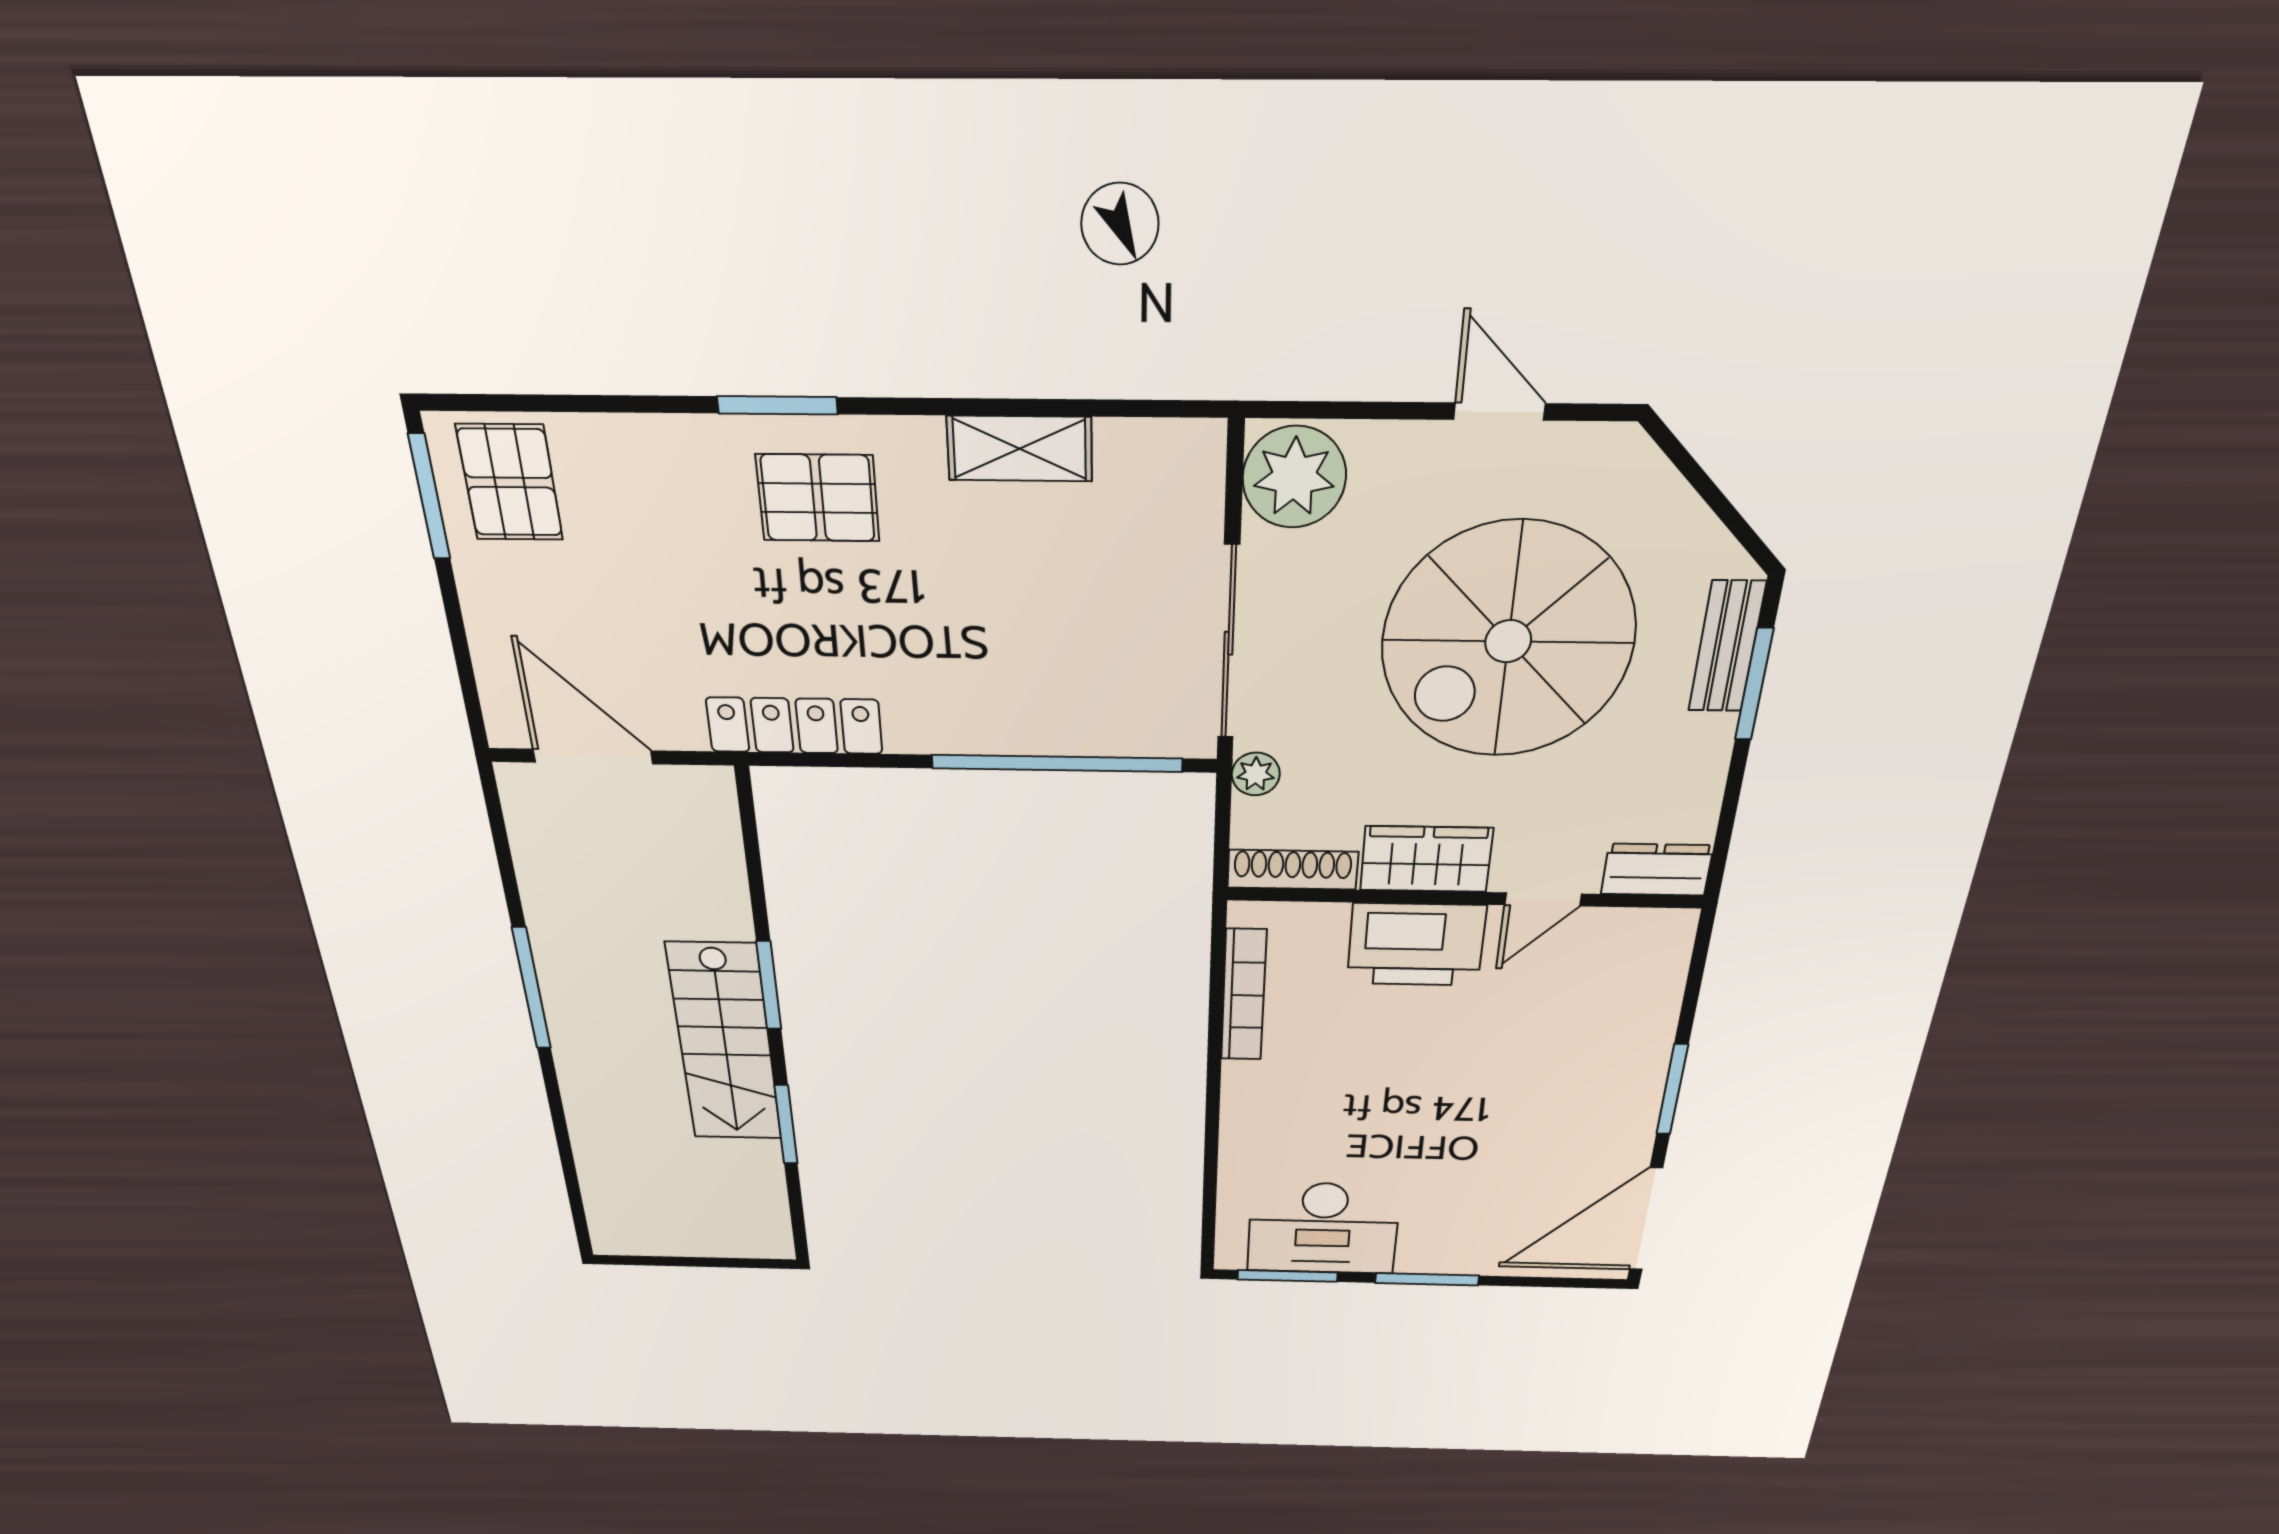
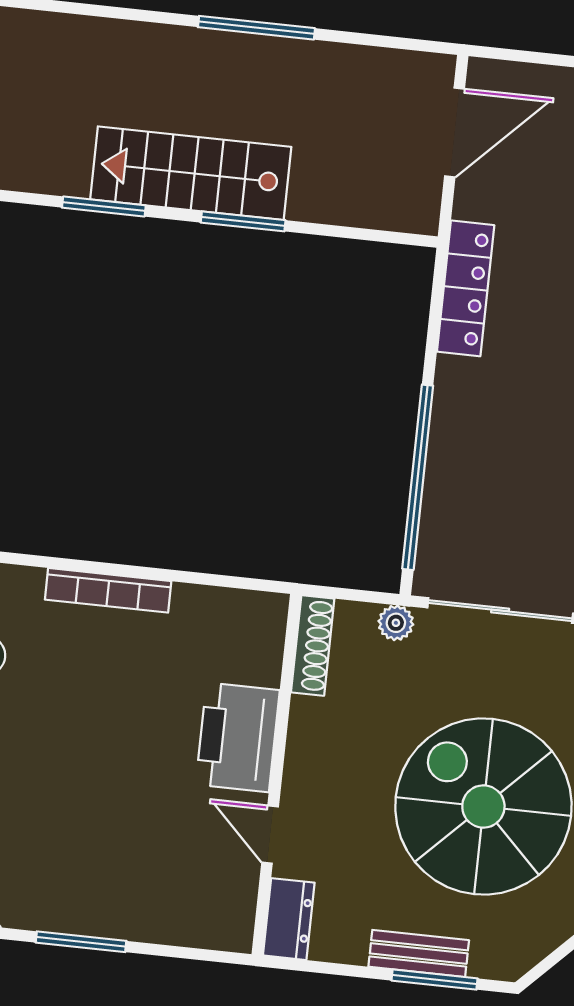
bench: (1727, 647) -> (419, 953), moved
wardrobe: (1426, 859) -> (313, 747), removed
bookcase: (1244, 995) -> (108, 590), moved

